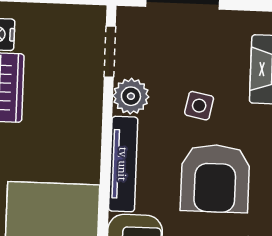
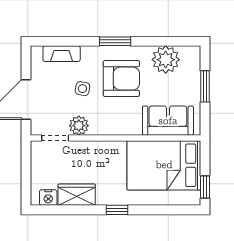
tv unit: (123, 164) -> (116, 128), removed

